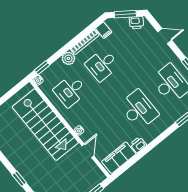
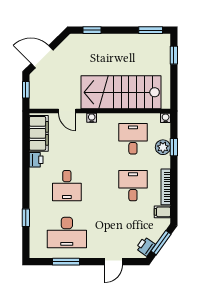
plant: (68, 58) -> (163, 147), moved
window: (42, 68) -> (174, 147), moved
desk: (139, 110) -> (67, 186), width x0.73

